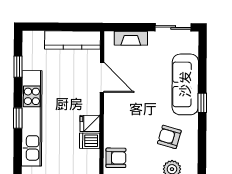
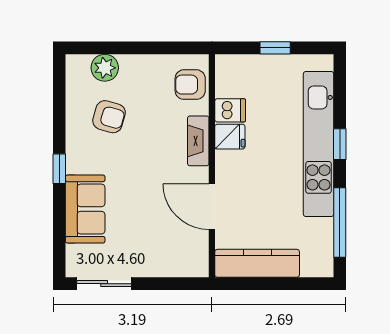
fireplace: (131, 38) -> (198, 141), moved, turned -90
window: (18, 67) -> (340, 223), width x2.17
sofa: (185, 84) -> (85, 209), width x0.73

